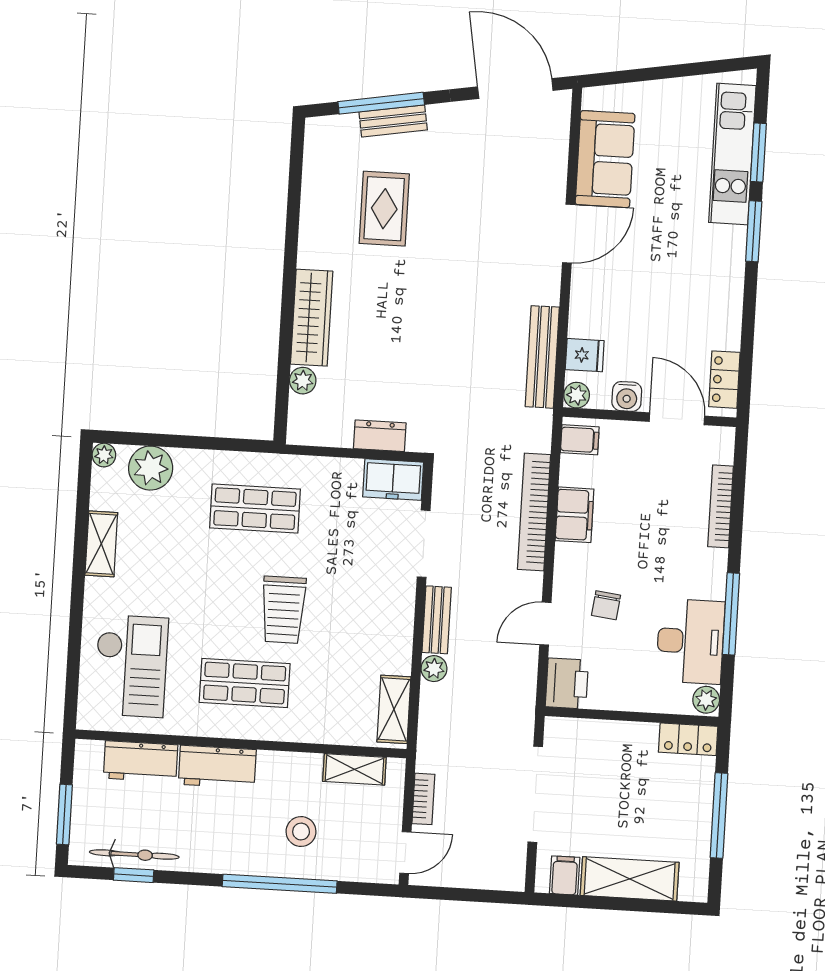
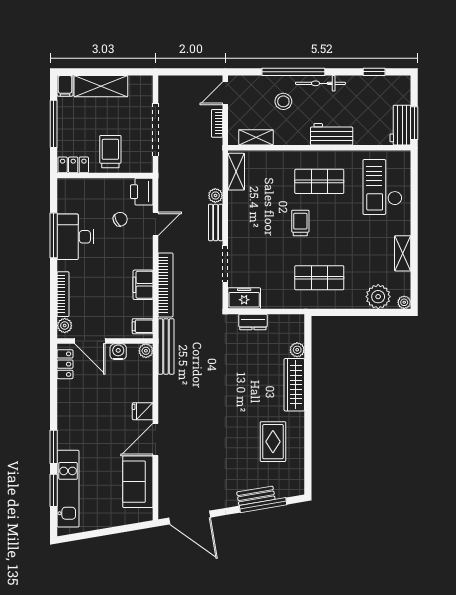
rug: (384, 209) -> (273, 442), moved
fridge: (585, 355) -> (143, 411), moved
bench: (542, 357) -> (166, 346), moved
chair: (606, 605) -> (120, 219), moved, turned 56
trolley: (283, 610) -> (300, 223), width x0.73, depth x0.72
desk: (690, 641) -> (75, 237), moved
plant: (706, 700) -> (65, 326), moved
trolley: (619, 759) -> (110, 152), added
workbench: (141, 761) -> (400, 125), moved, turned -90
window: (64, 815) -> (414, 123), moved
bicycle: (134, 855) -> (320, 83), moved
filing cabinet: (565, 875) -> (65, 86), moved

